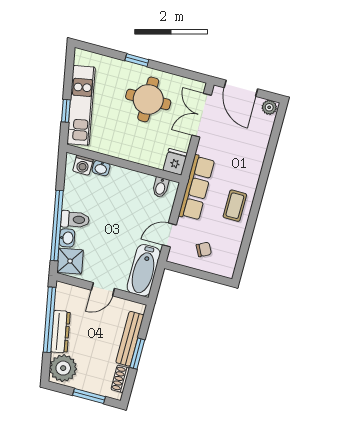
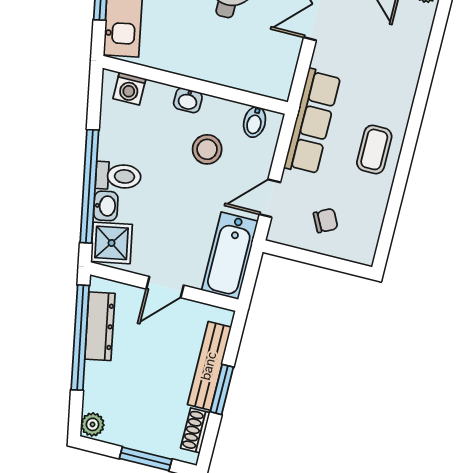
fridge: (175, 162) -> (277, 81), removed
washbasin: (101, 168) -> (188, 100), moved
stool: (131, 204) -> (207, 149), added
dresser: (60, 332) -> (100, 326), moved
plant: (63, 368) -> (92, 424), width x0.53, depth x0.53

